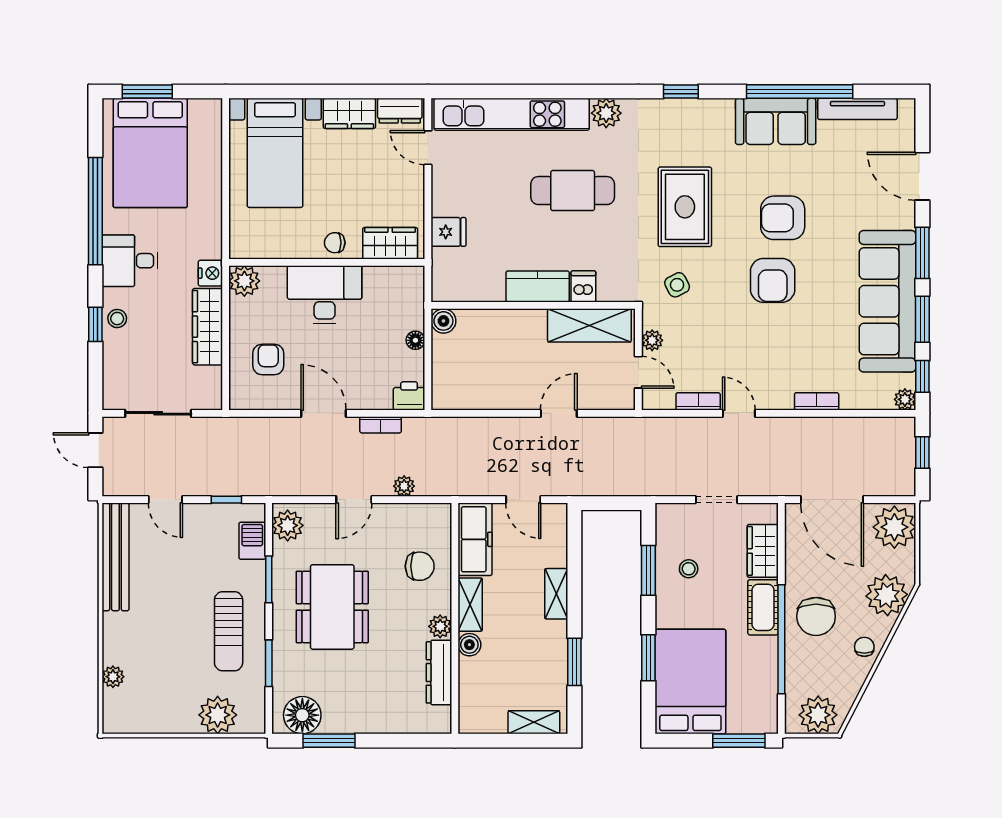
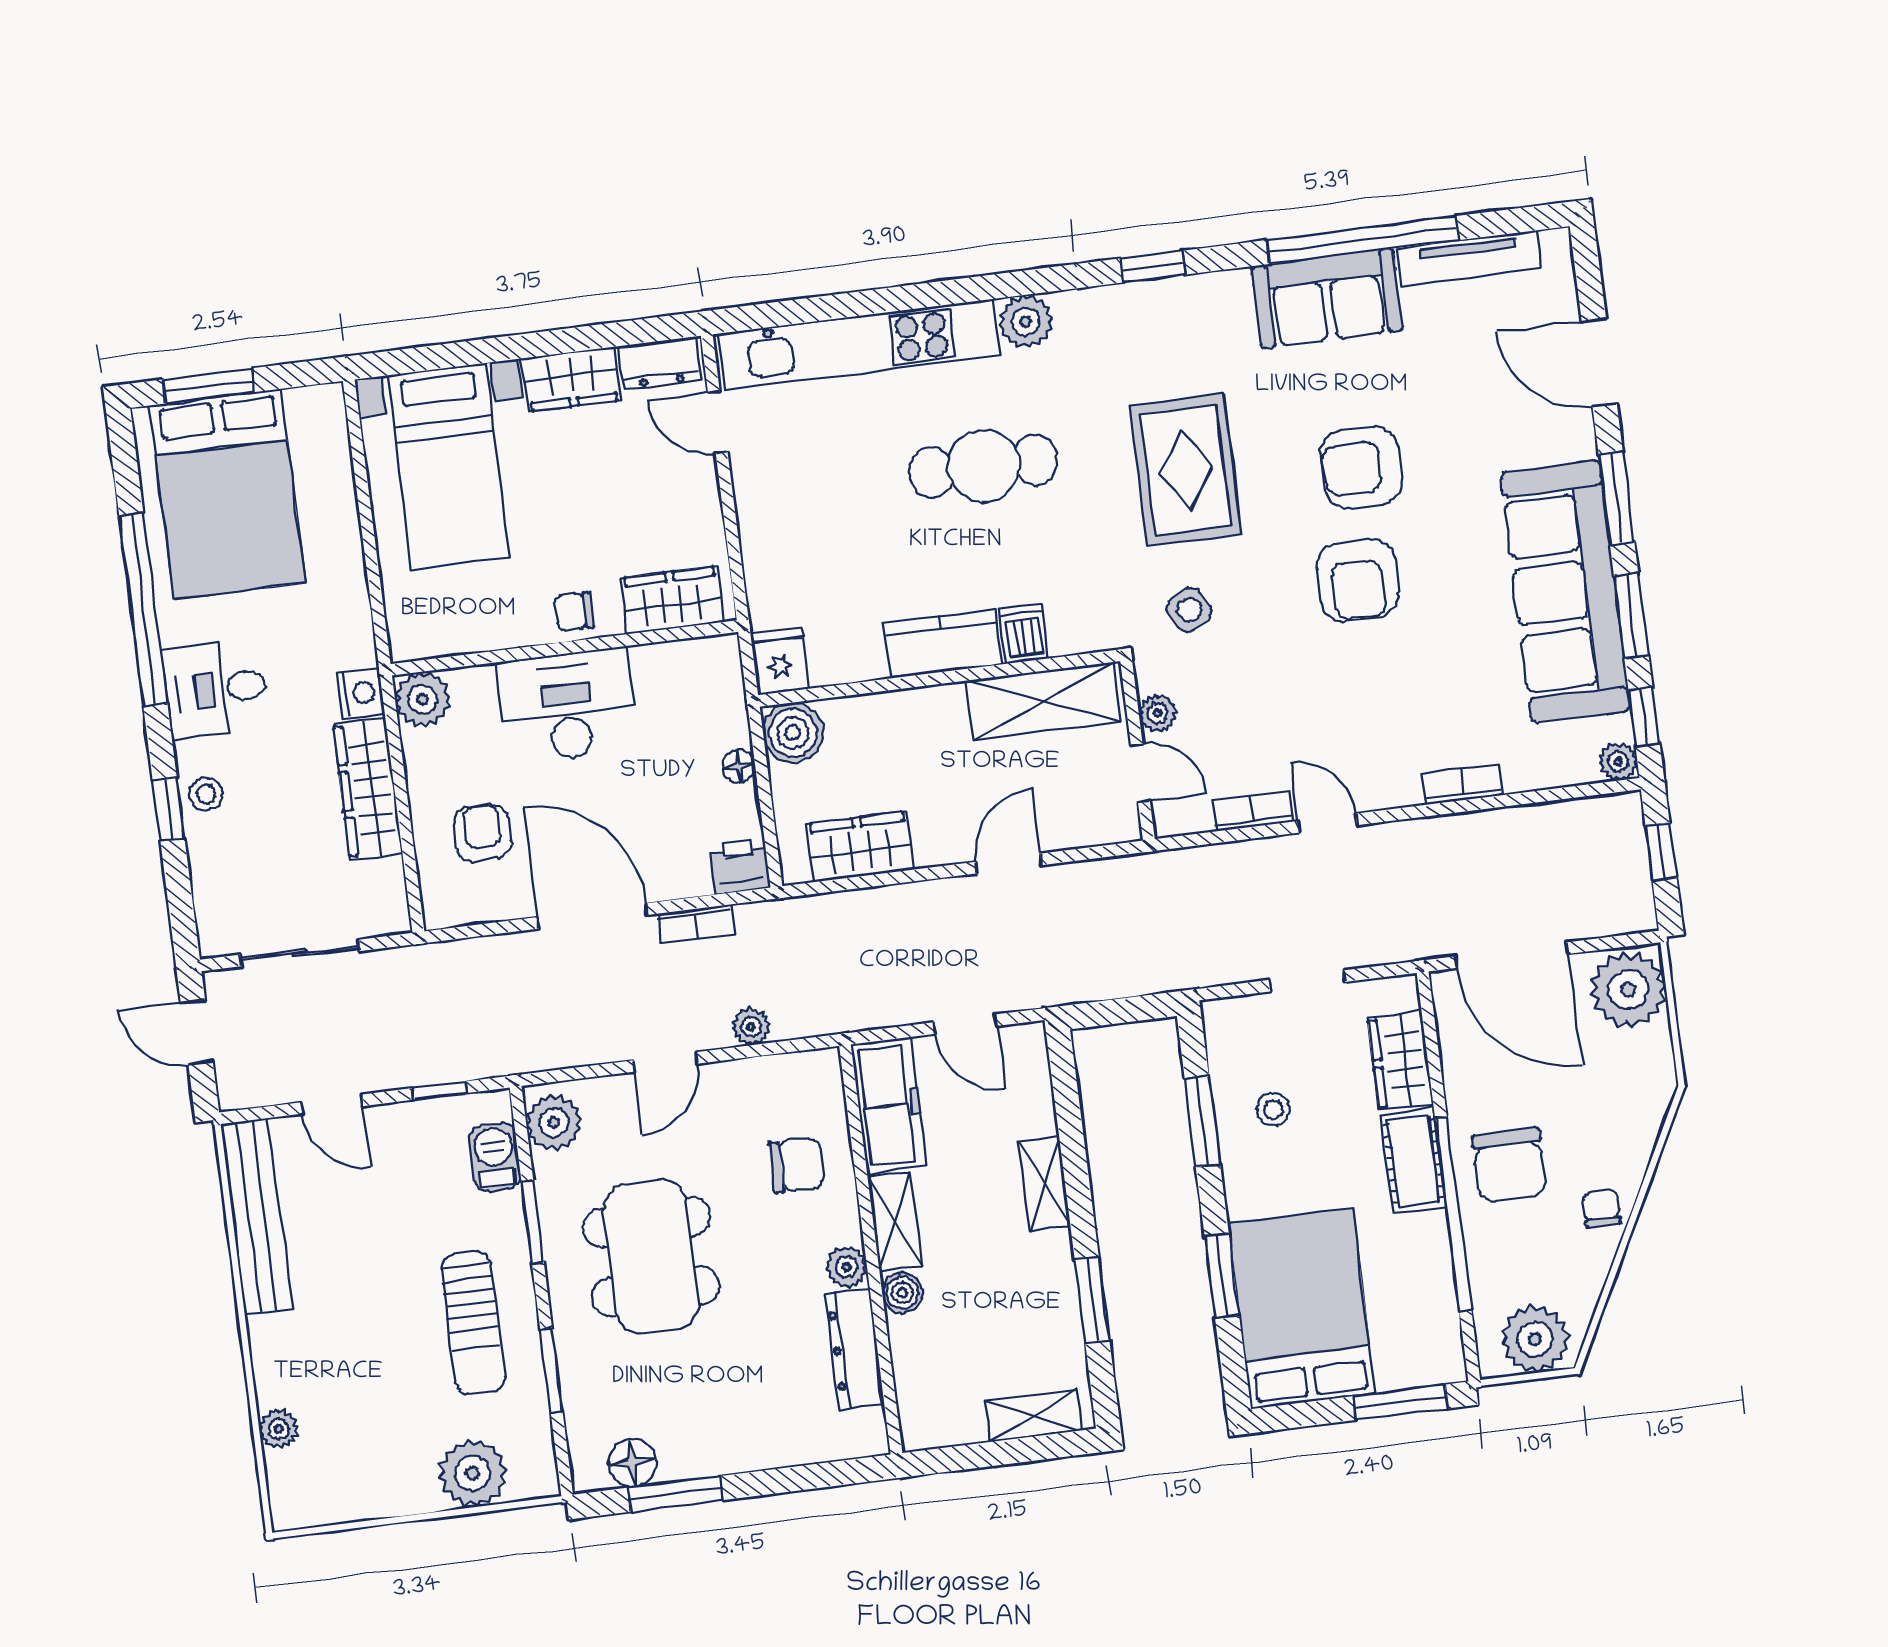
fridge: (448, 232) -> (780, 661), moved, turned -90
boiler: (443, 321) -> (793, 733), width x1.36, depth x1.36
wardrobe: (477, 394) -> (860, 847), added
door: (324, 413) -> (592, 916), width x1.36
plant: (887, 595) -> (1629, 1112), removed
floor lamp: (302, 715) -> (632, 1463), width x0.73, depth x0.73

